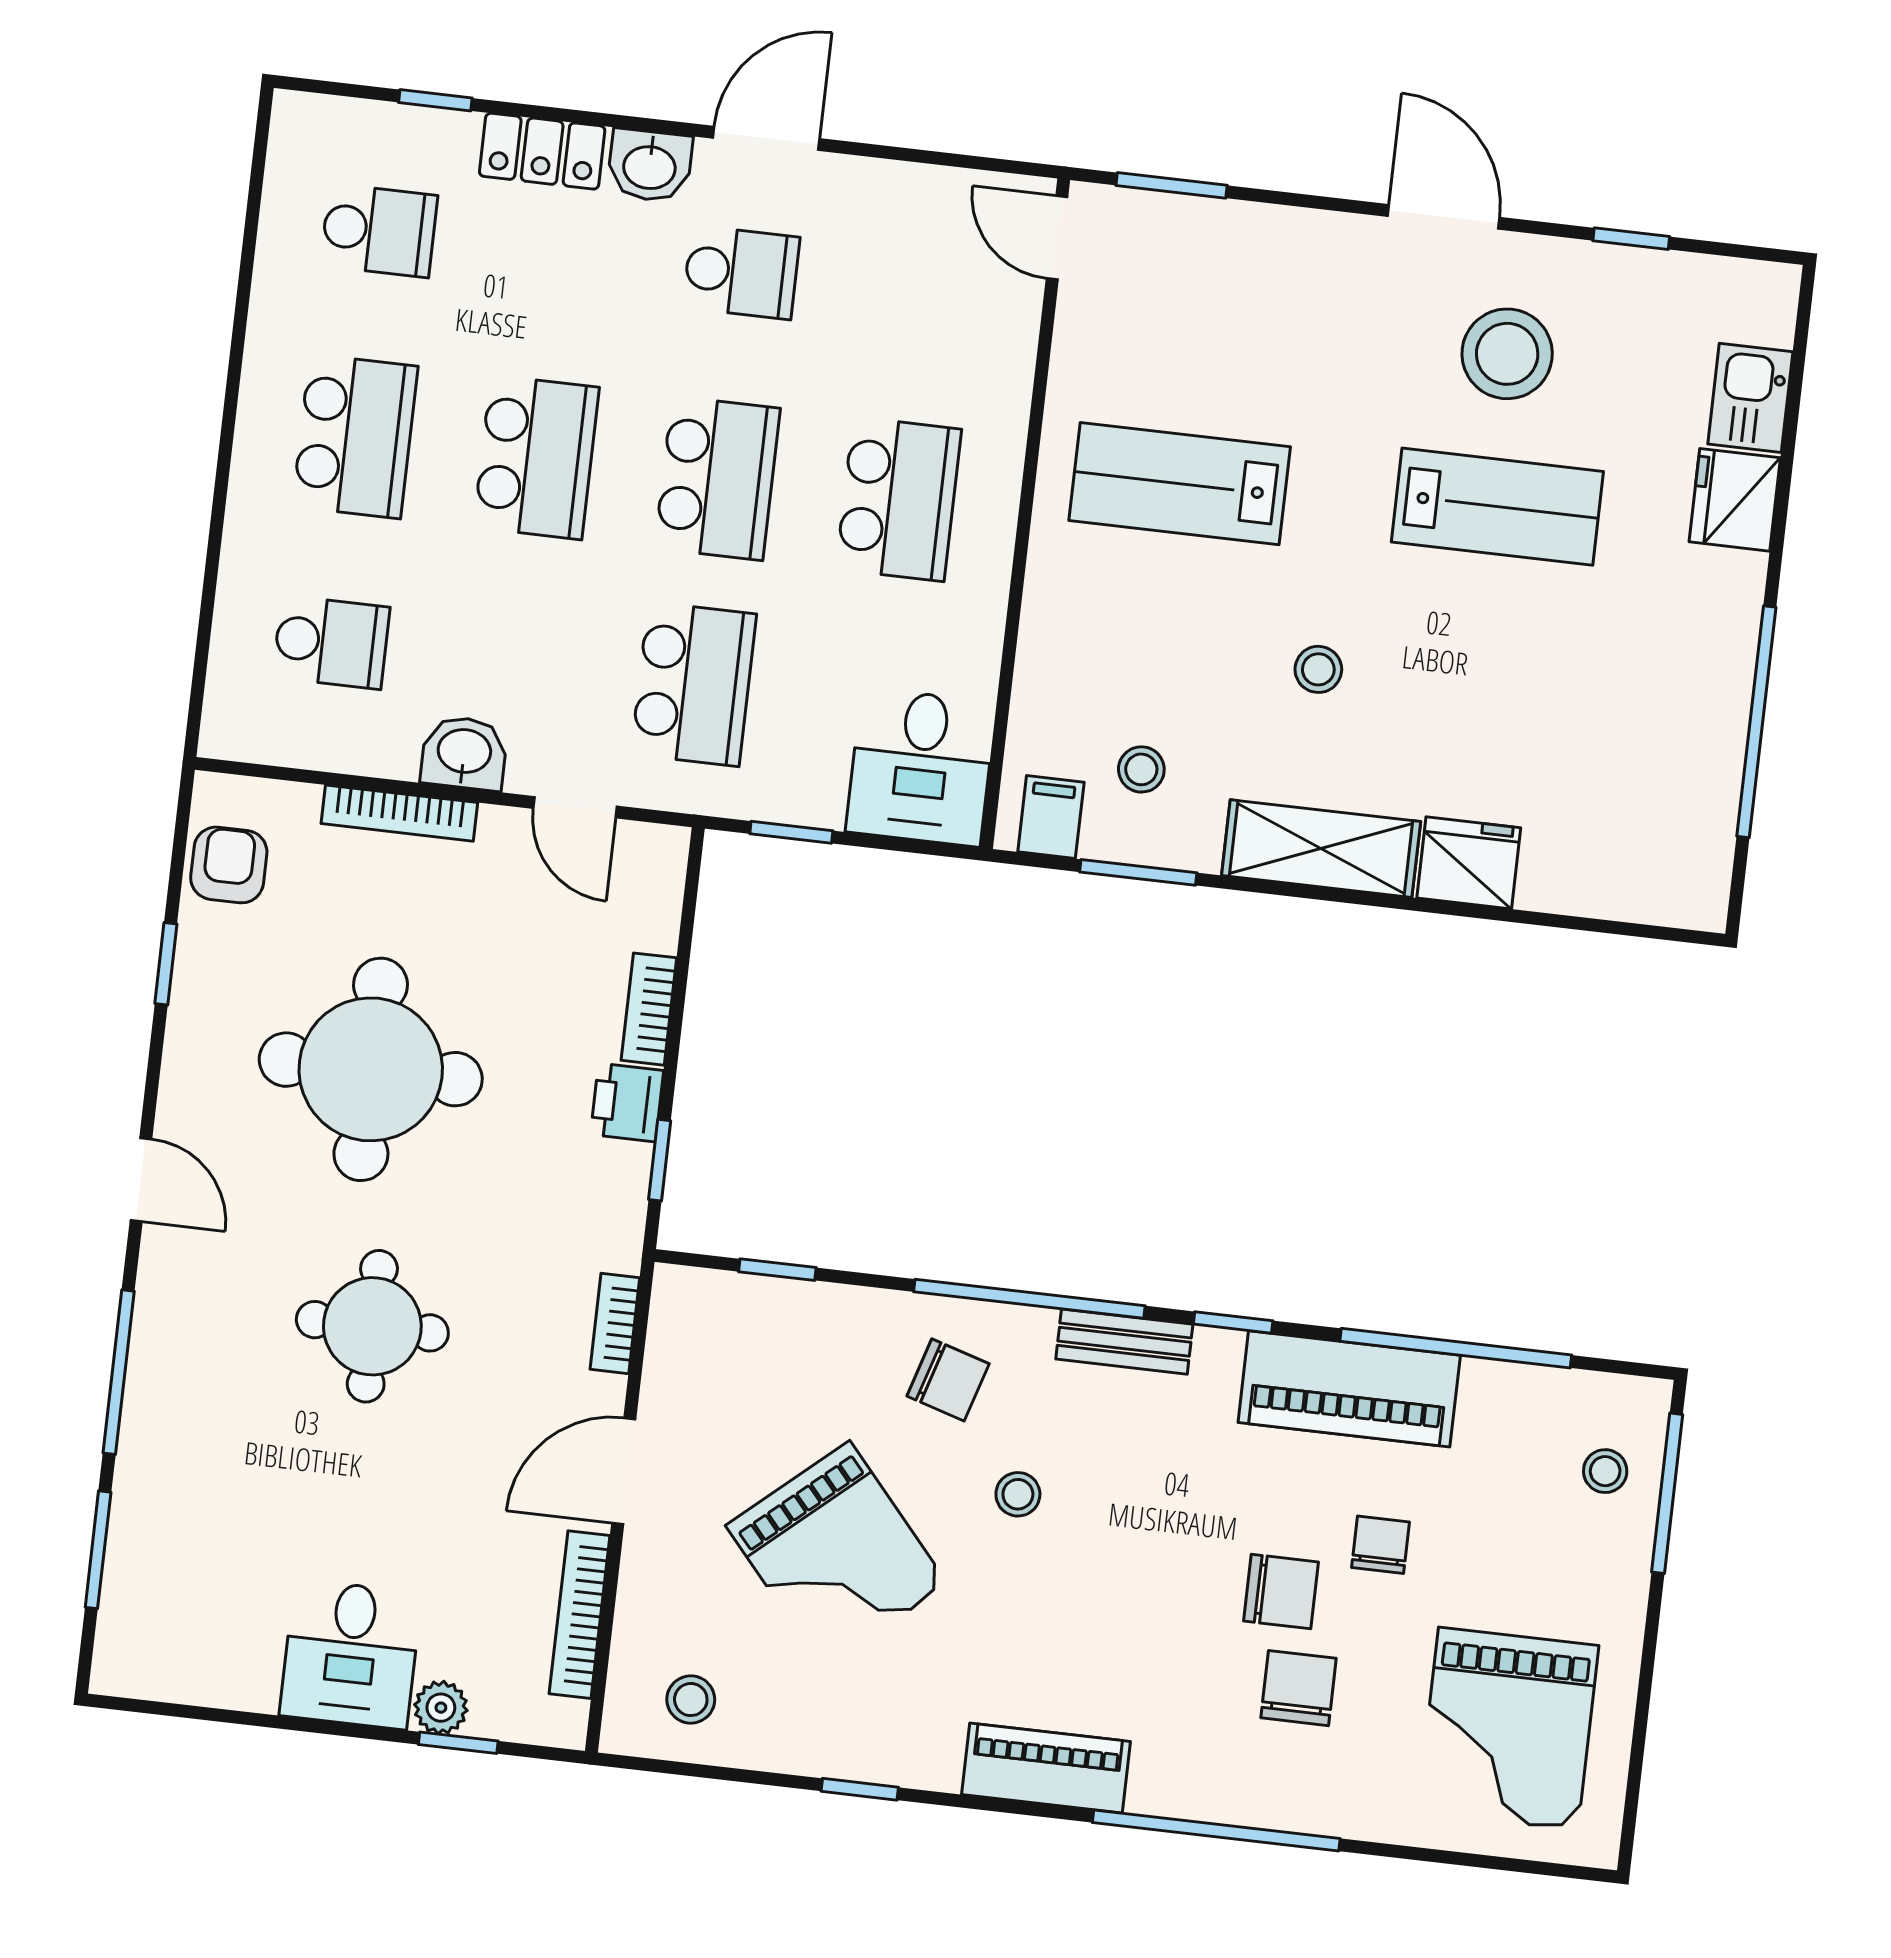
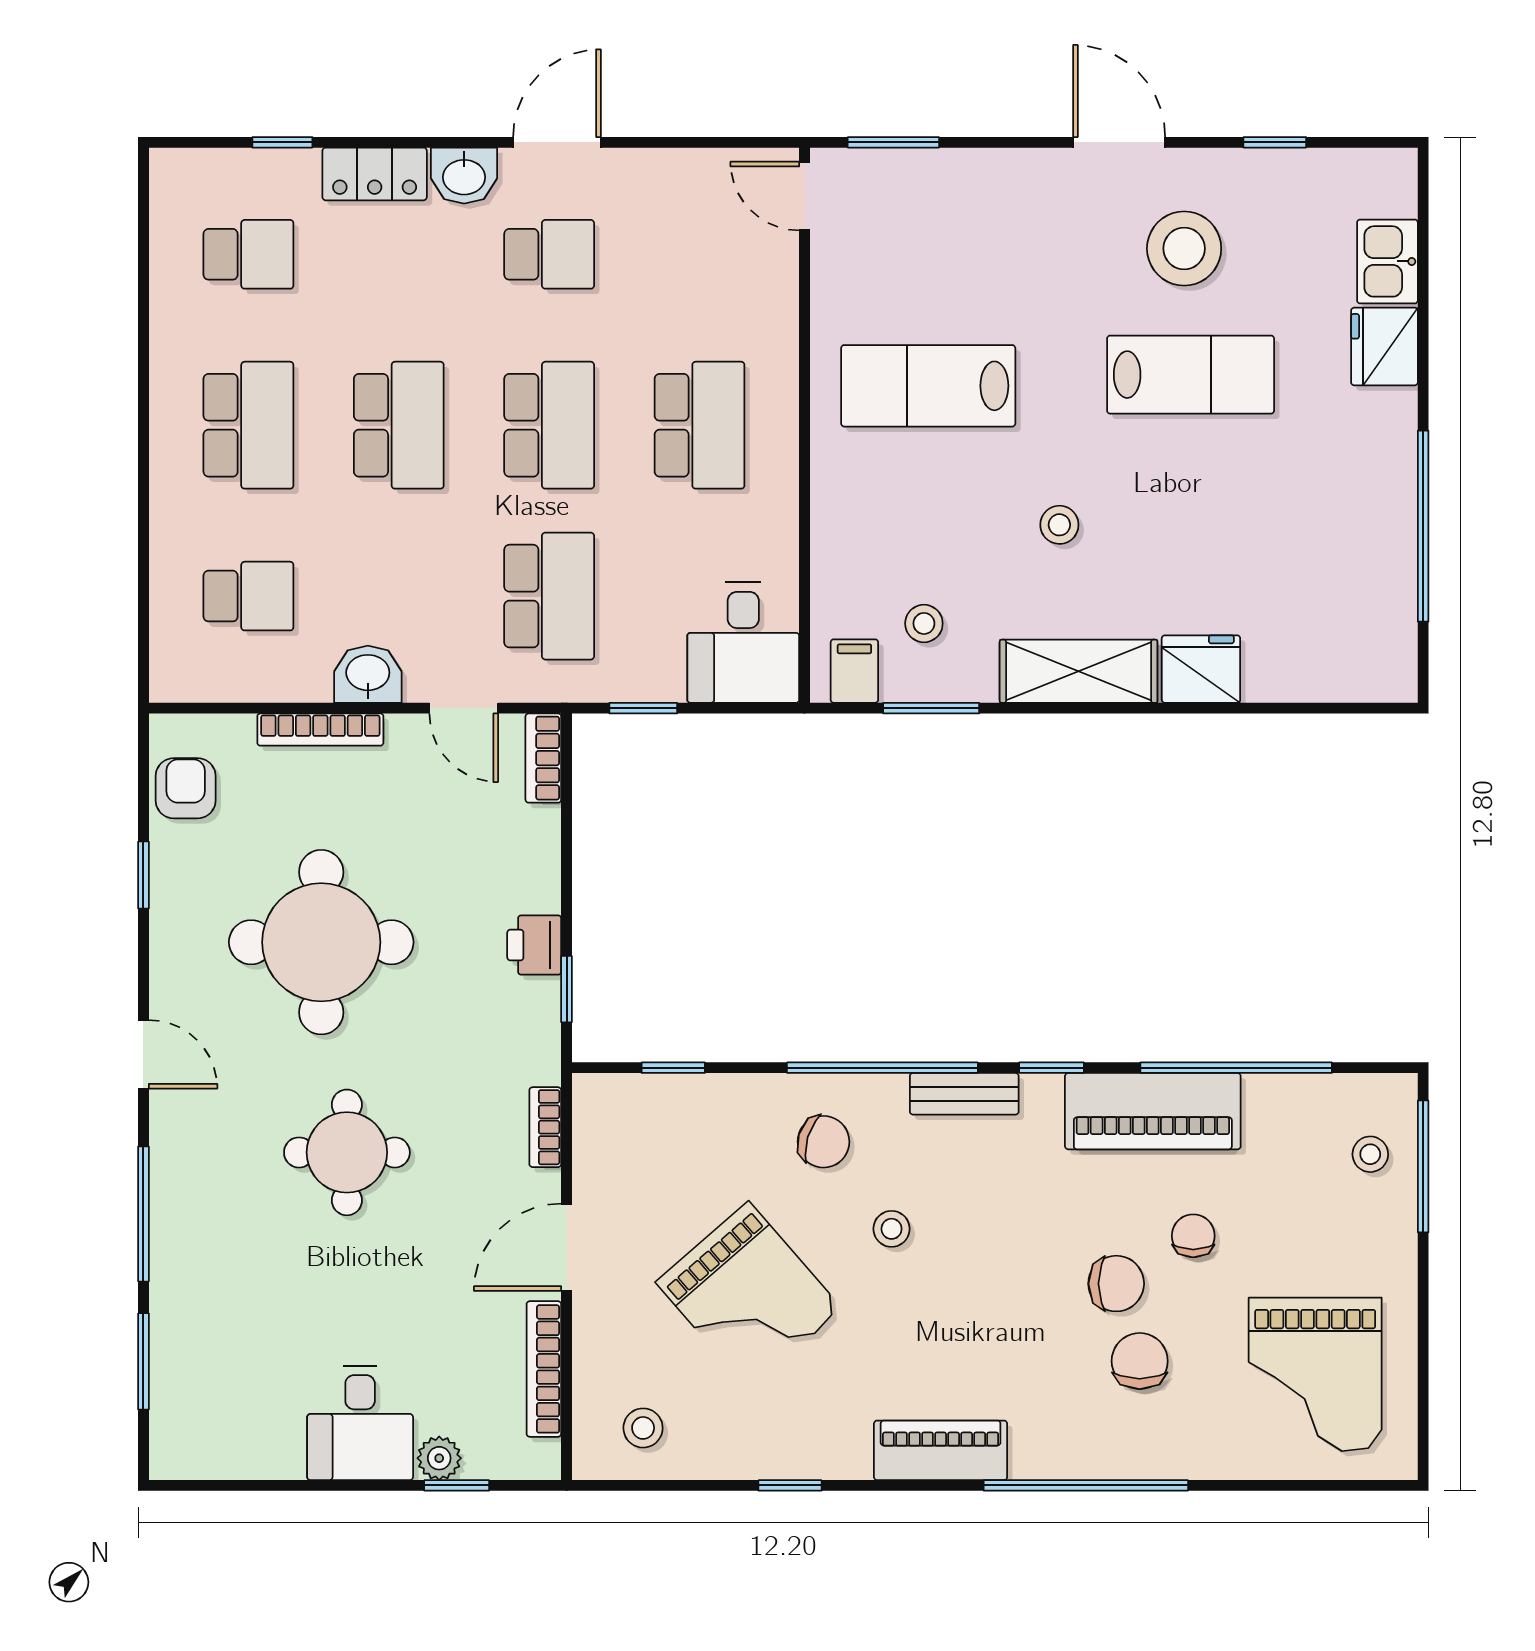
bookcase: (649, 1009) -> (543, 758), moved

